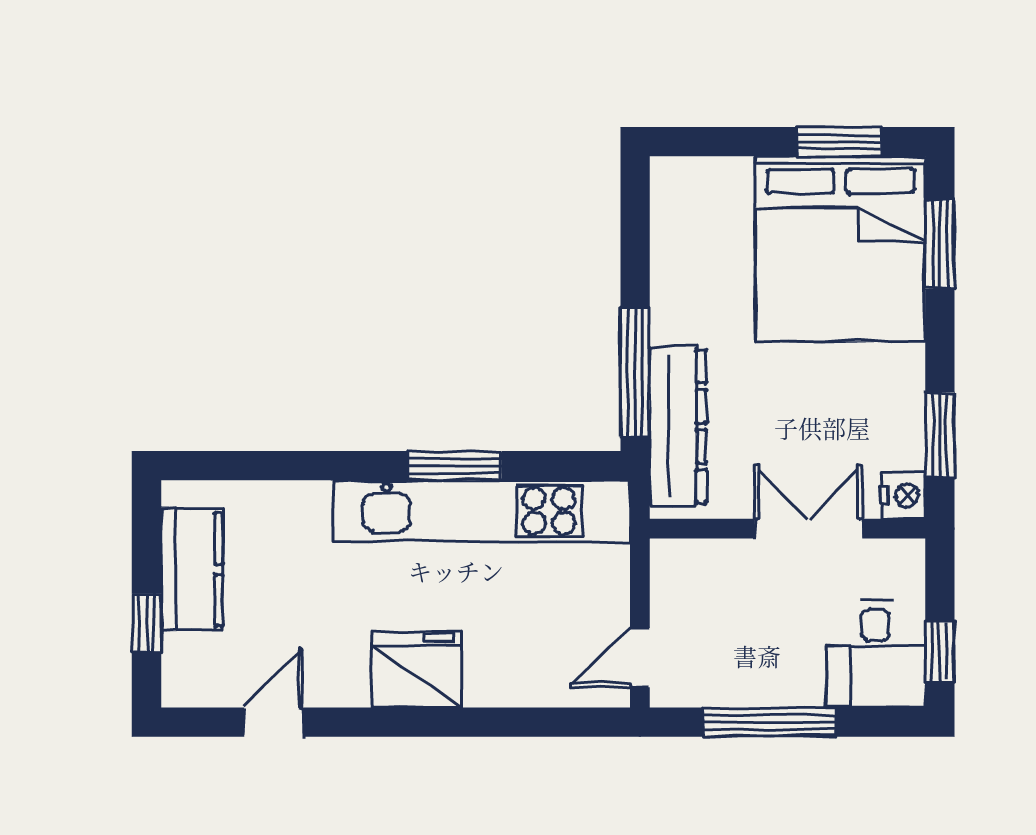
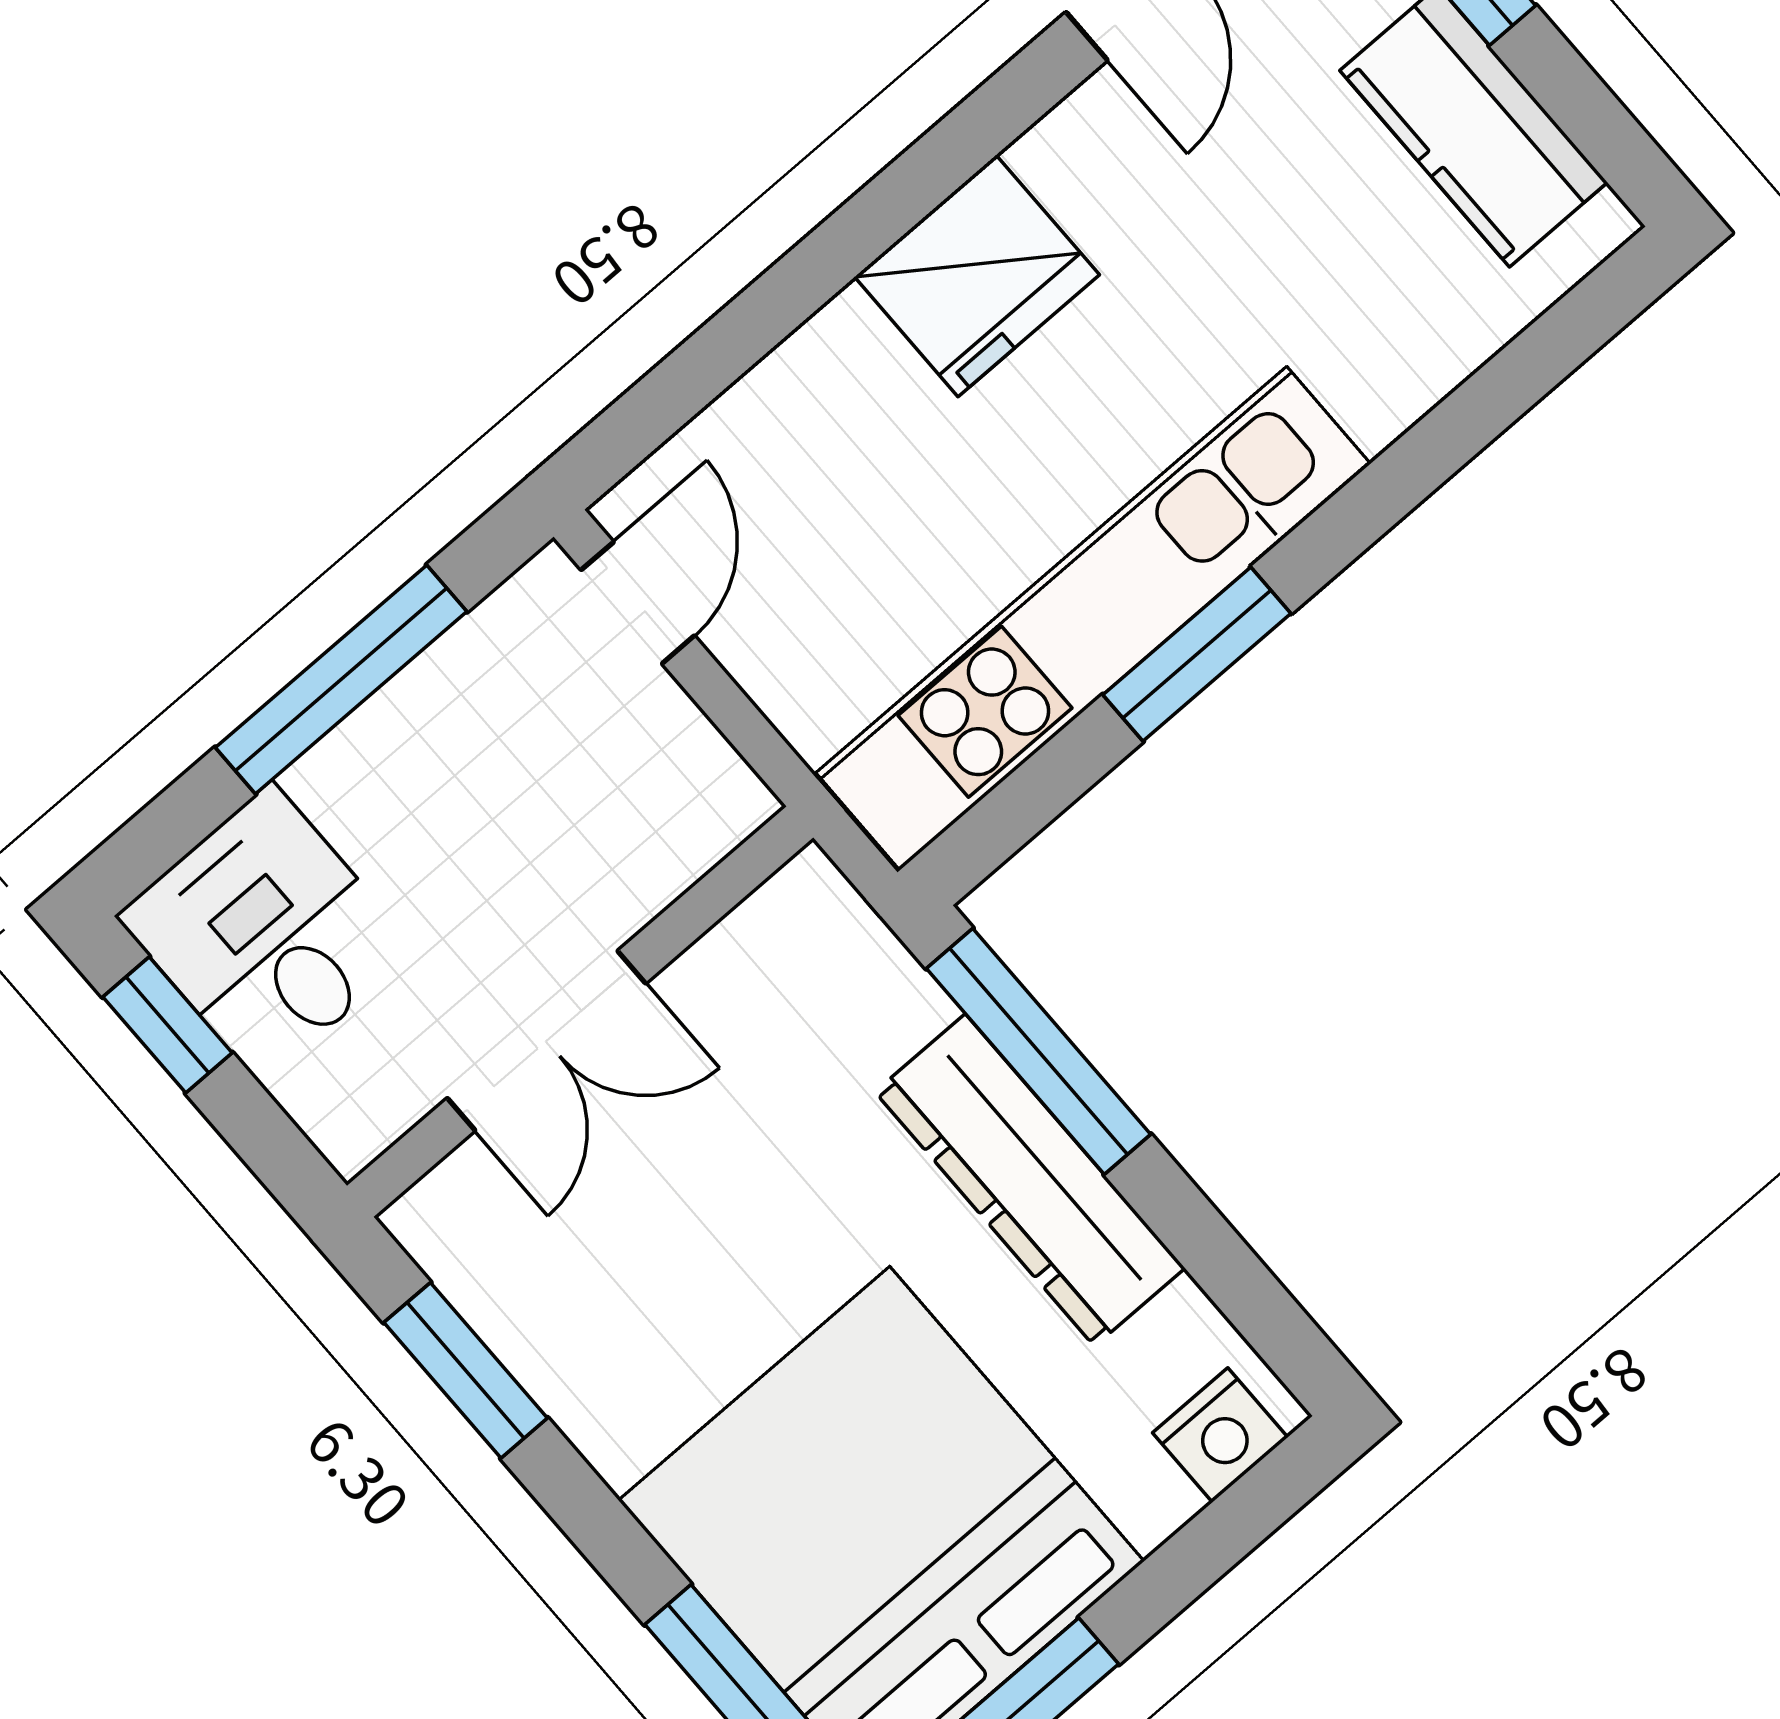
dresser: (678, 426) -> (1030, 1180), moved
nightstand: (903, 495) -> (1220, 1435), moved, turned -90

